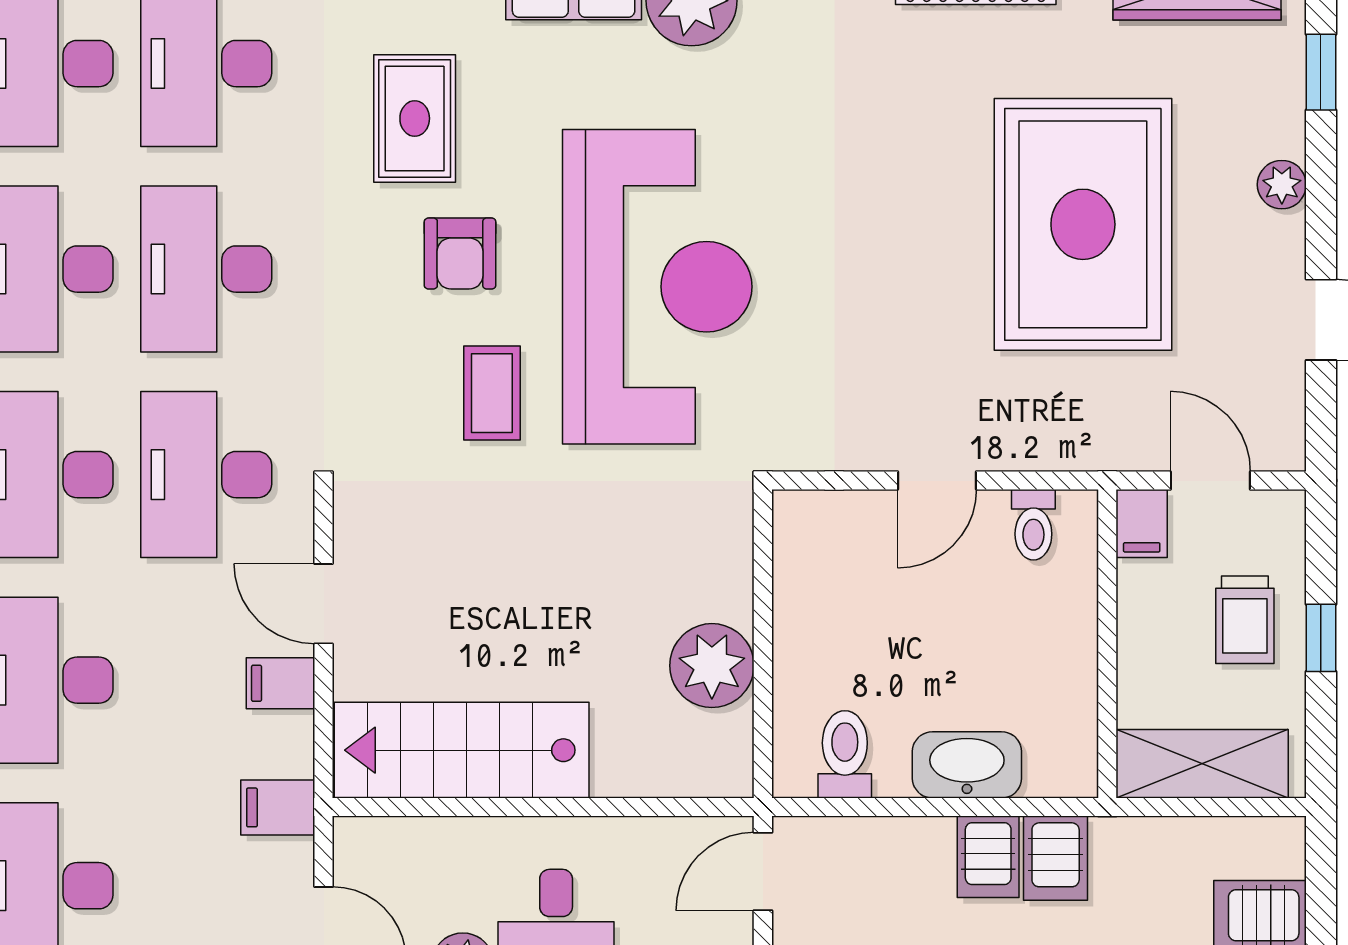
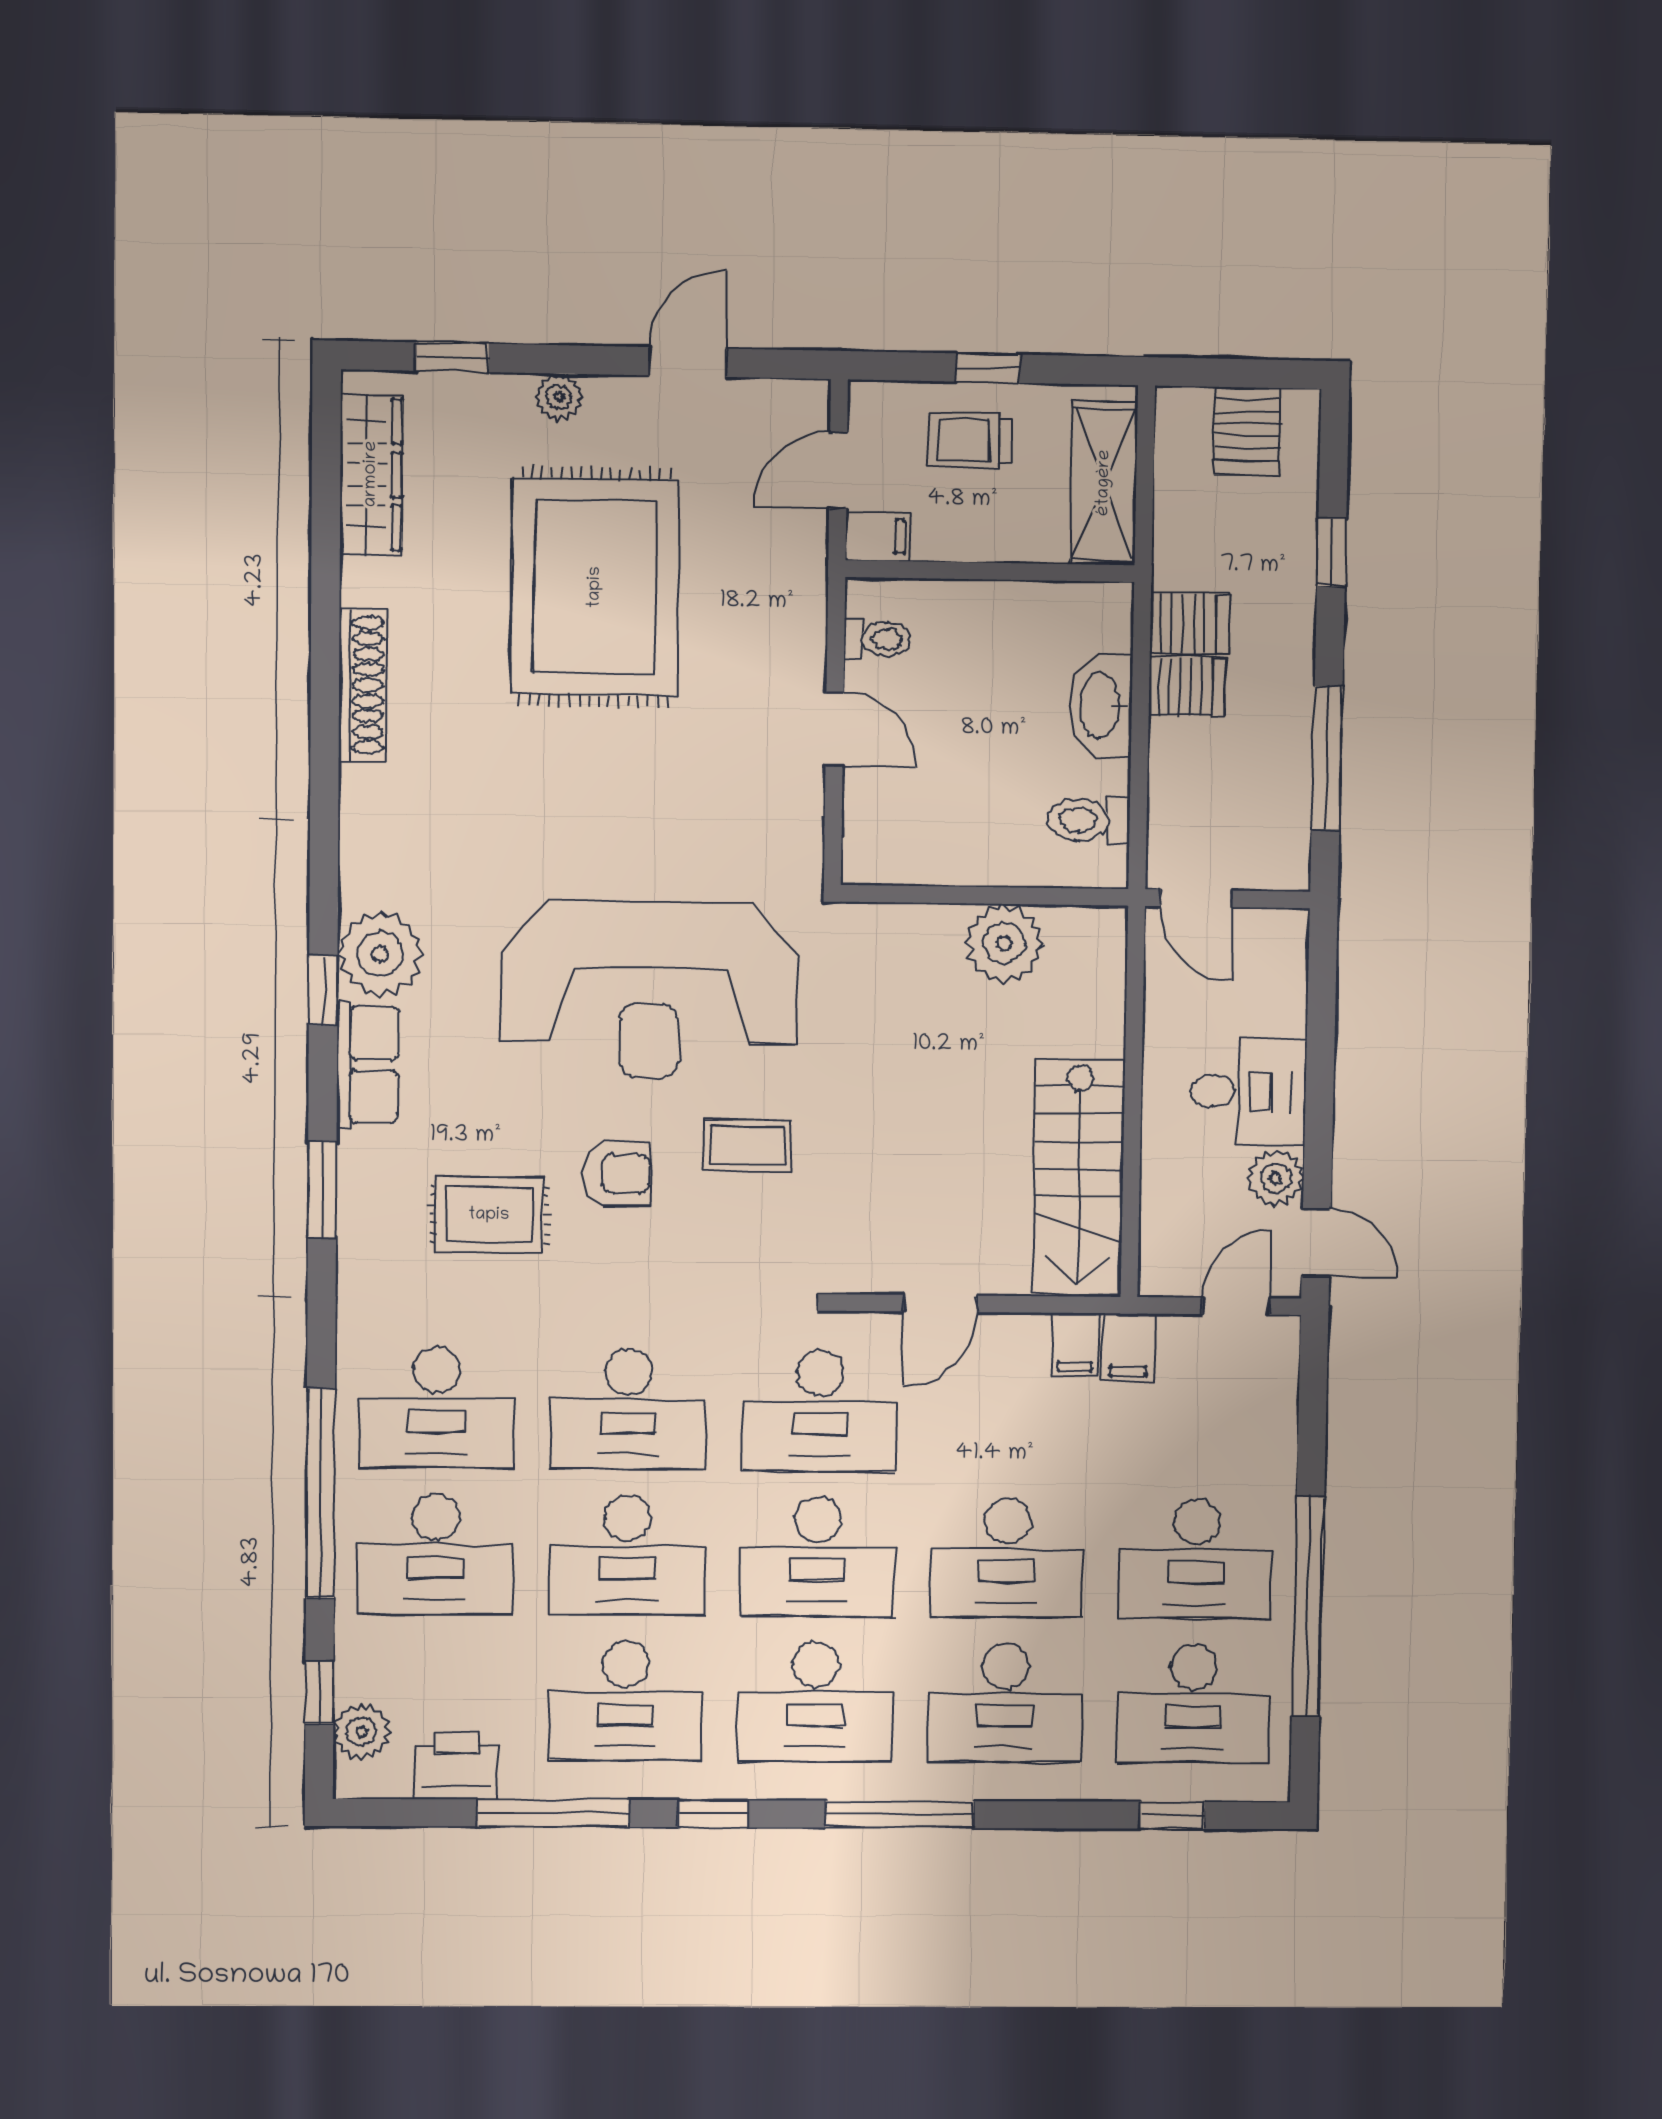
rug: (1083, 224) -> (595, 587), turned 90
reception desk: (657, 287) -> (649, 990), turned 180
trolley: (1245, 620) -> (970, 440), turned 180
filing cabinet: (280, 683) -> (1075, 1344), moved

